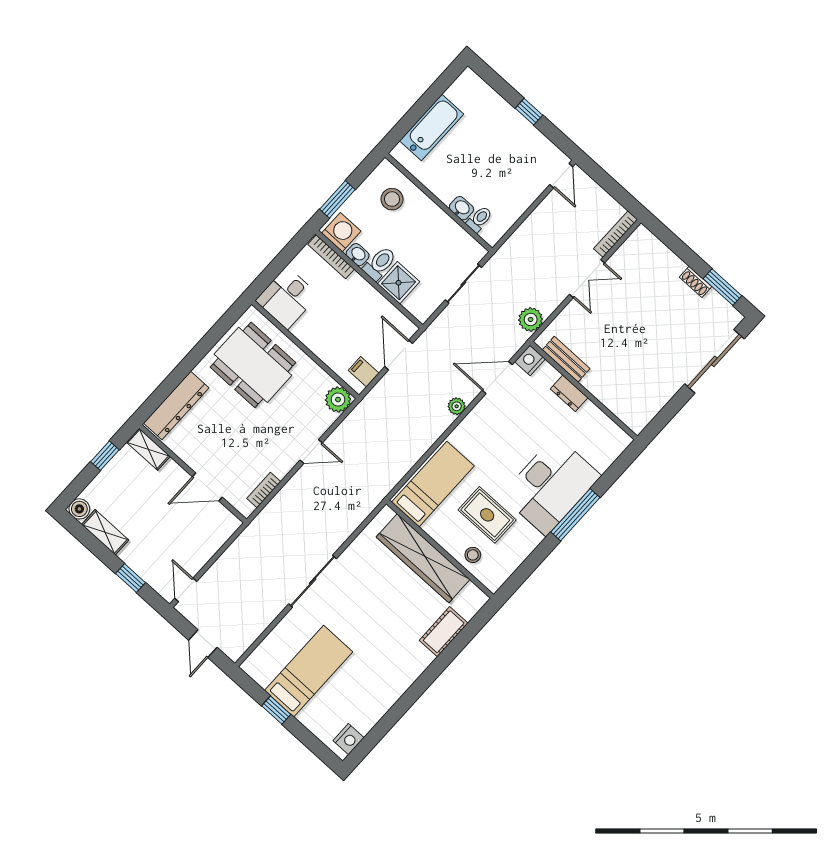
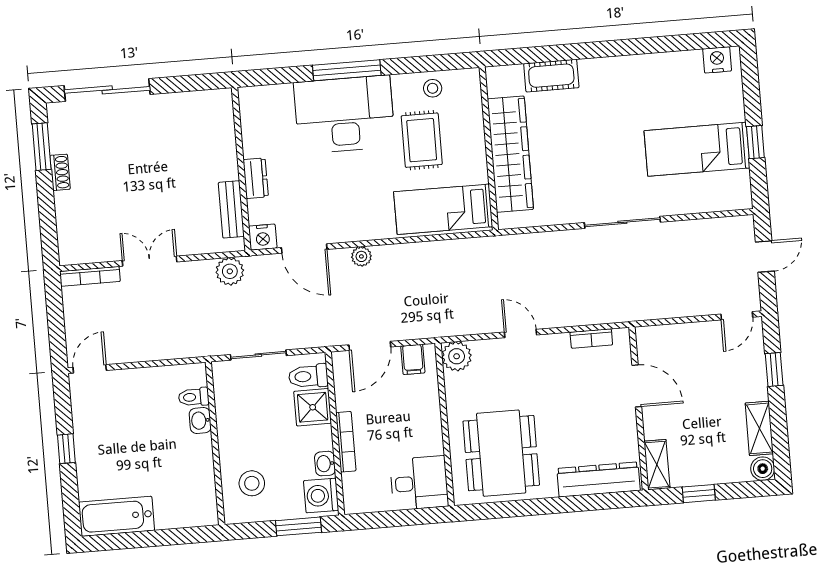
bathtub: (432, 127) -> (116, 516), moved
bookcase: (331, 257) -> (346, 442), moved
toilet: (380, 264) -> (308, 376), moved
stool: (473, 555) -> (433, 88), moved

